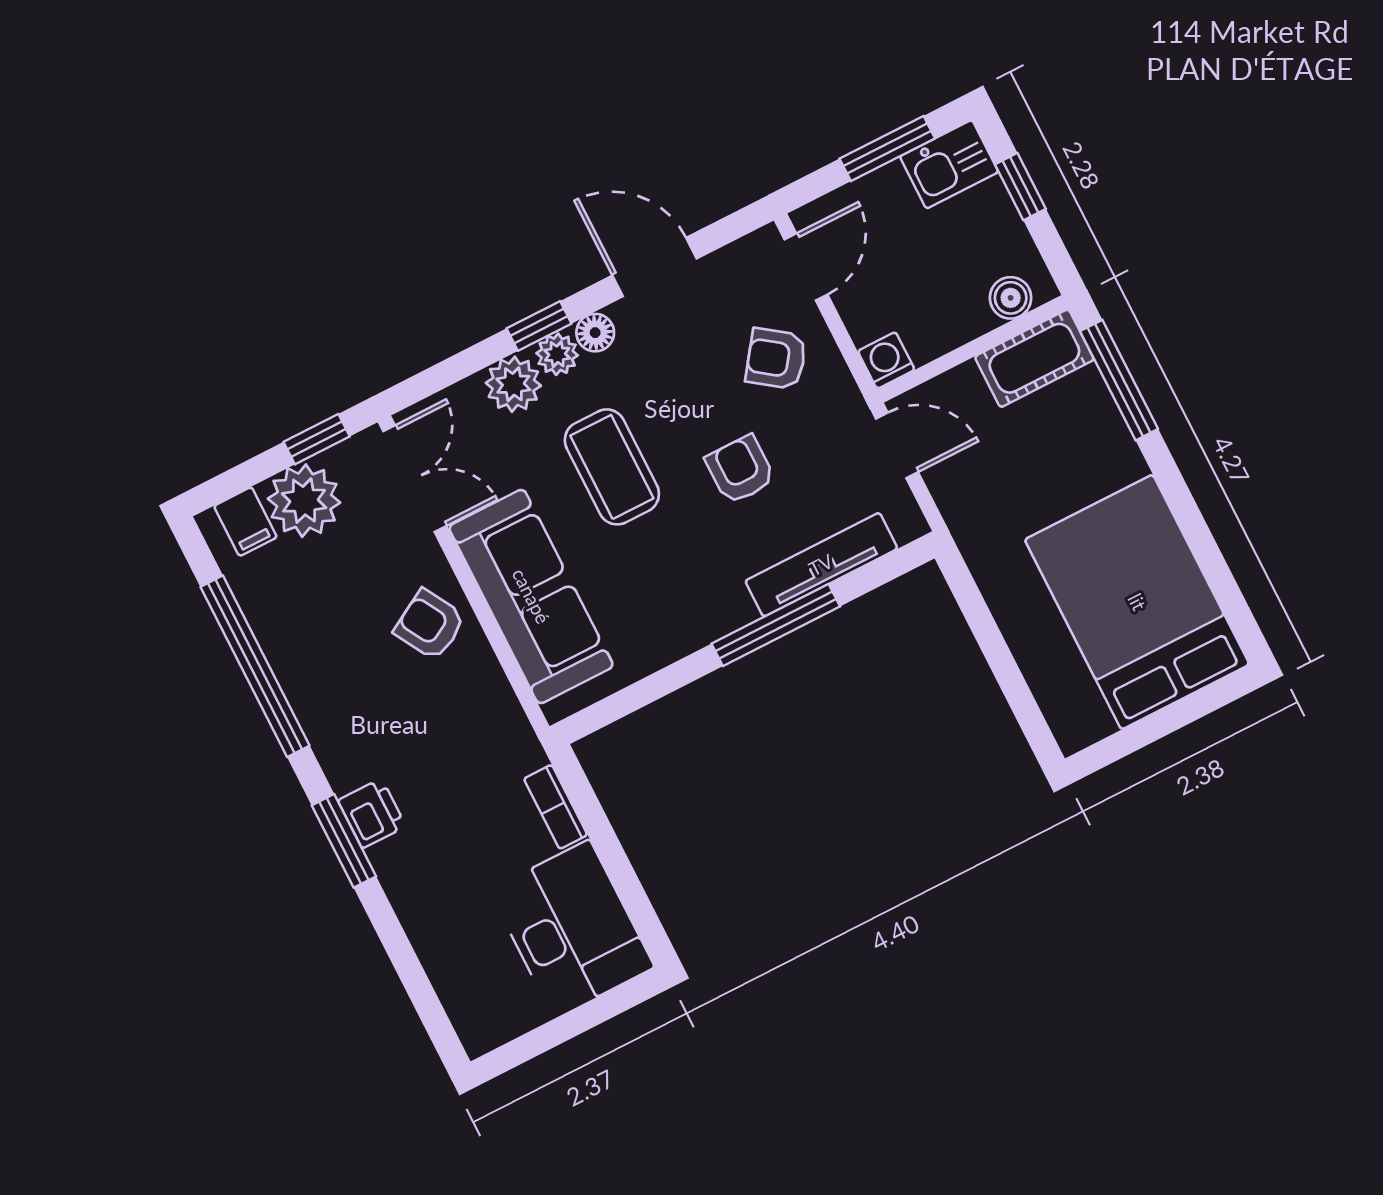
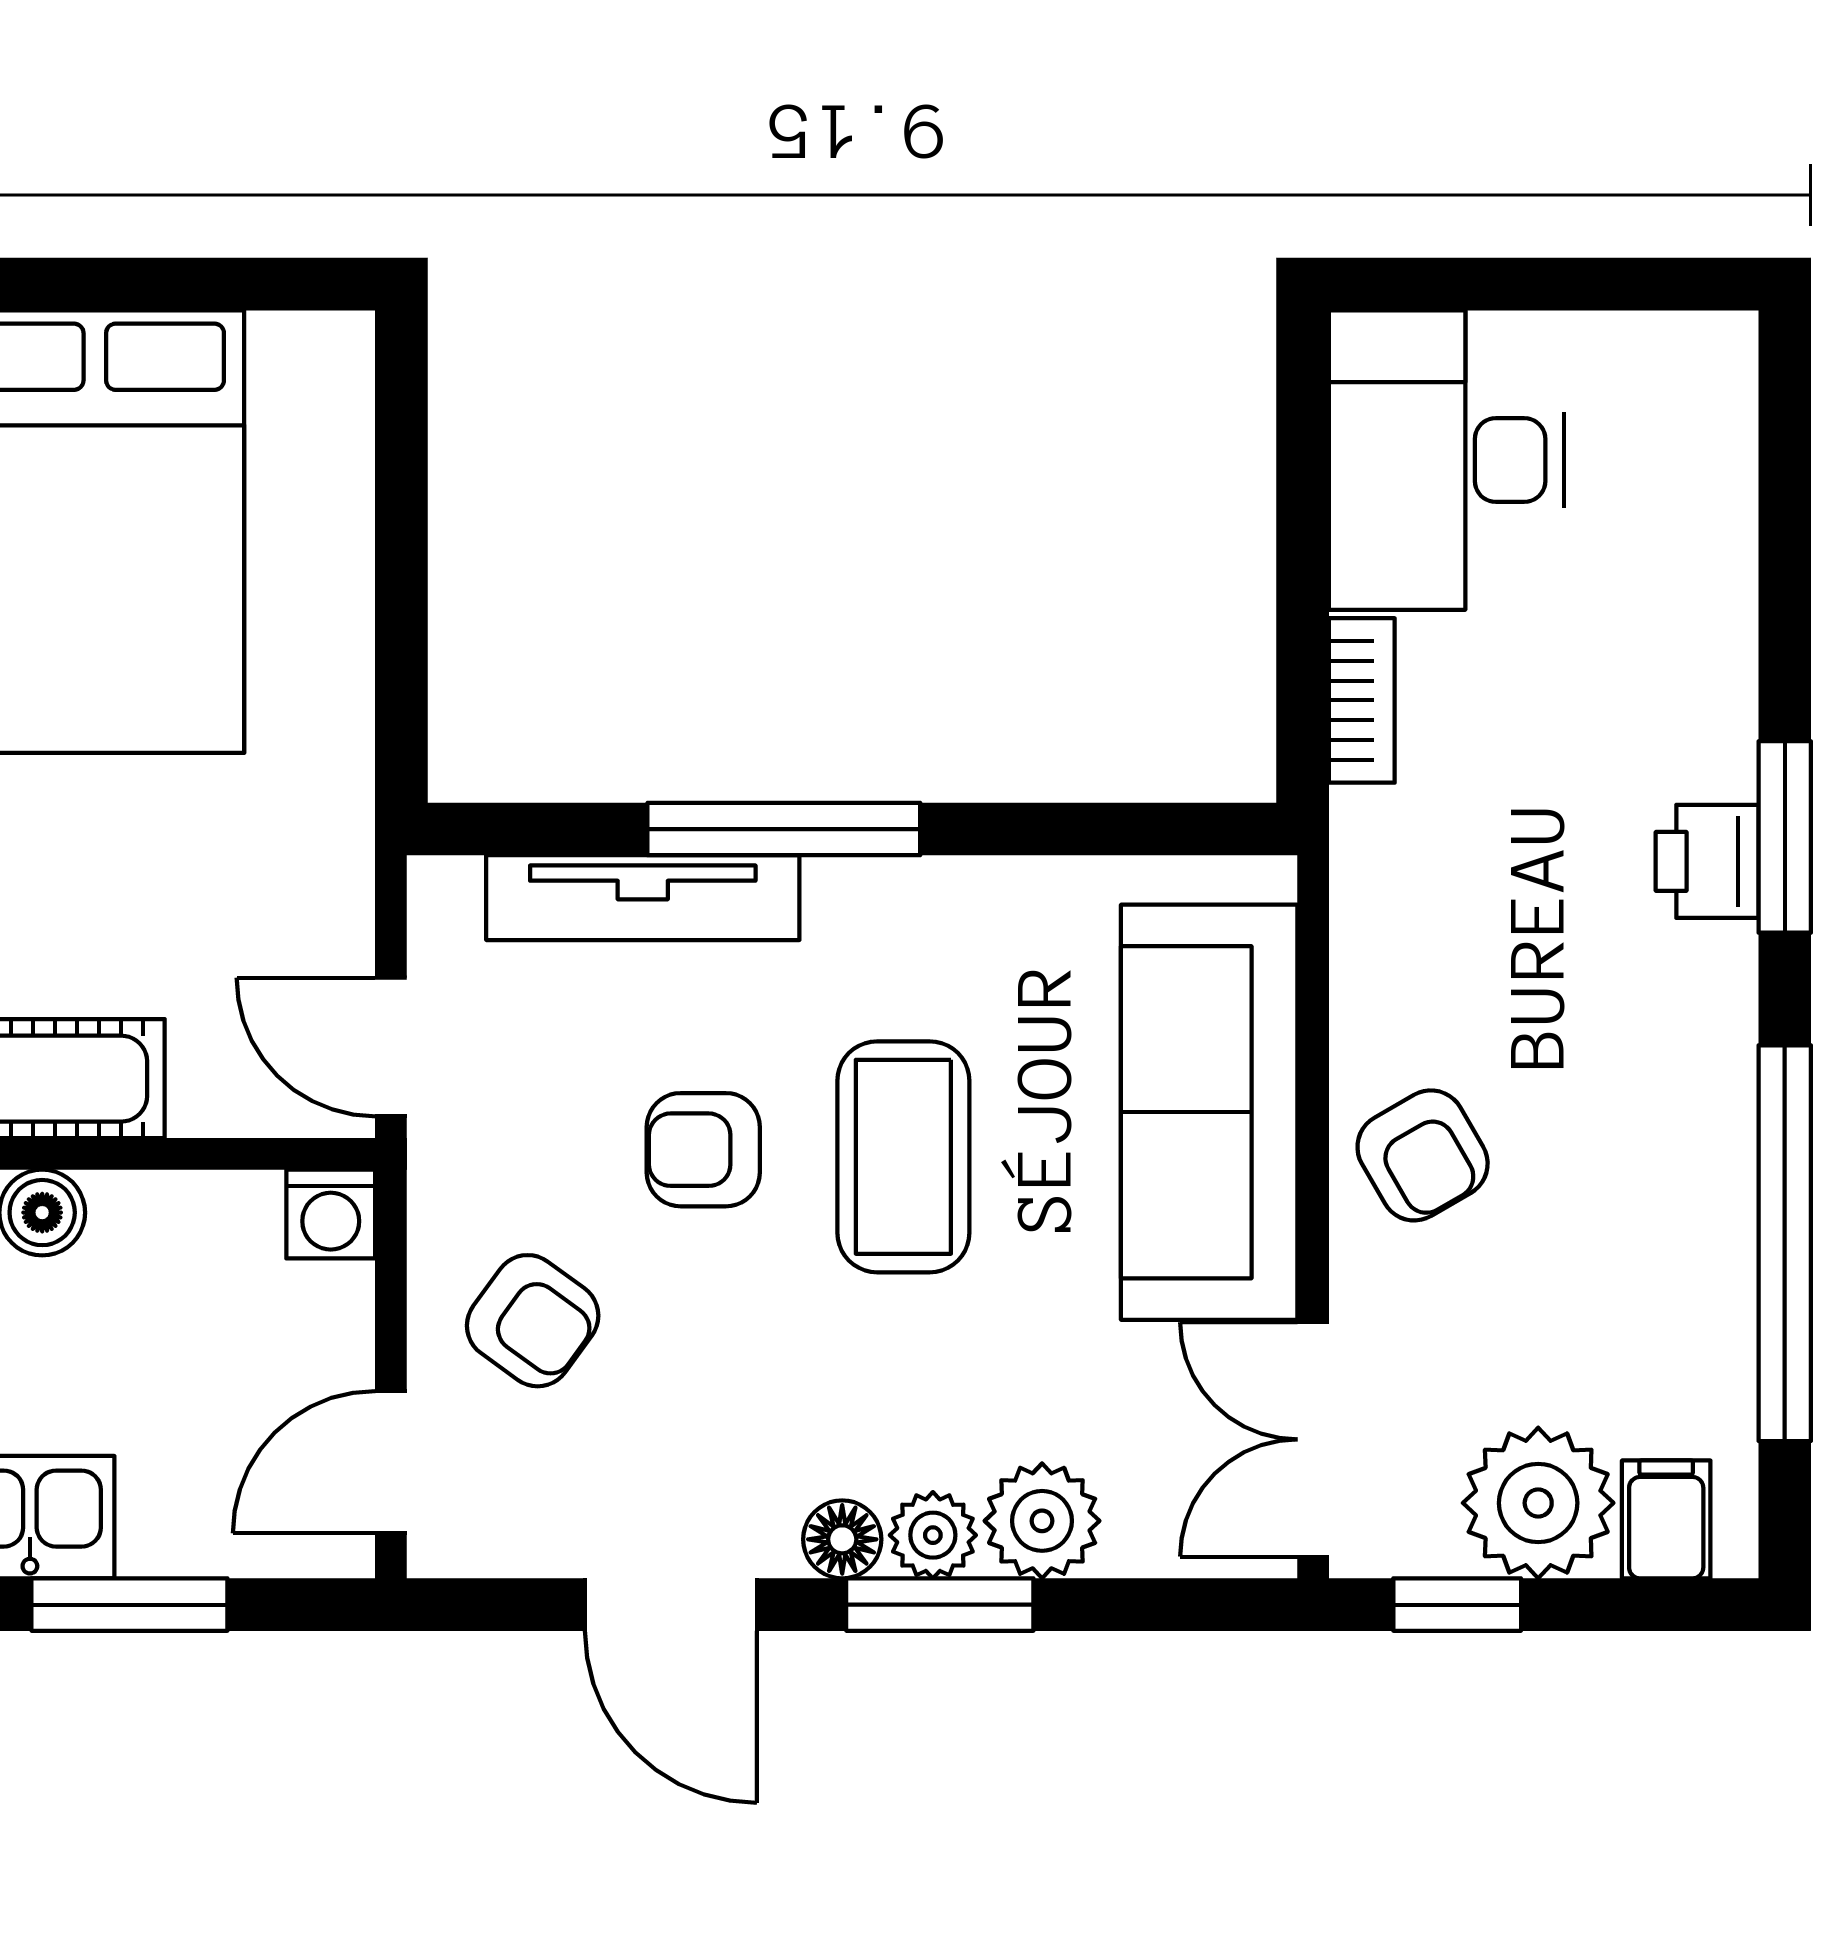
window: (539, 326) -> (940, 1605), width x1.50
coffee table: (612, 467) -> (903, 1157), moved
armchair: (740, 470) -> (703, 1150), turned 90

